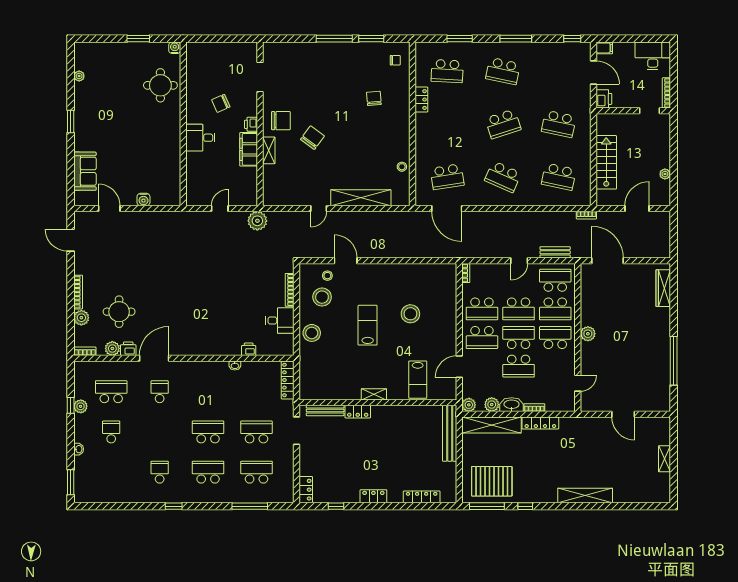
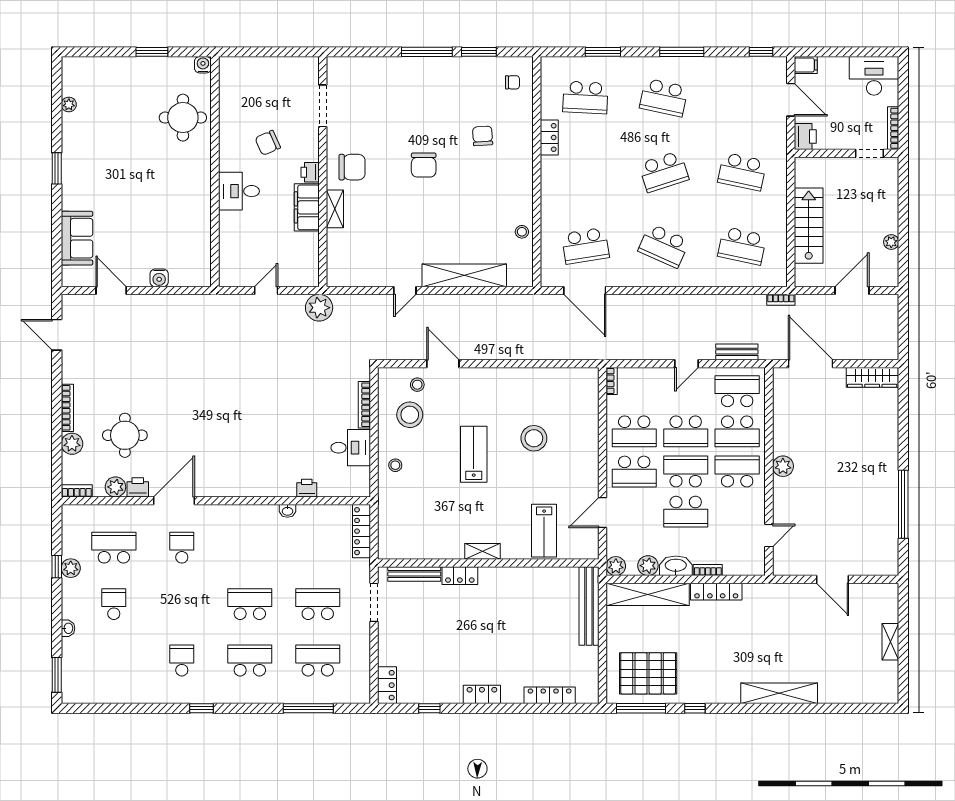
chair: (312, 138) -> (424, 165), moved, turned 144
wardrobe: (663, 288) -> (872, 377), moved, turned -90
stool: (312, 333) -> (395, 465), width x0.53, depth x0.53

